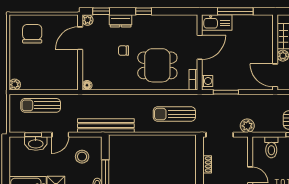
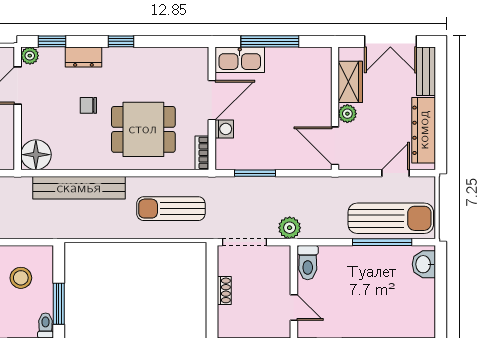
washing machine: (207, 81) -> (224, 129), moved
floor lamp: (87, 85) -> (36, 155), width x1.89, depth x1.89
bench: (106, 126) -> (79, 188), moved
toilet: (271, 147) -> (308, 263), moved

